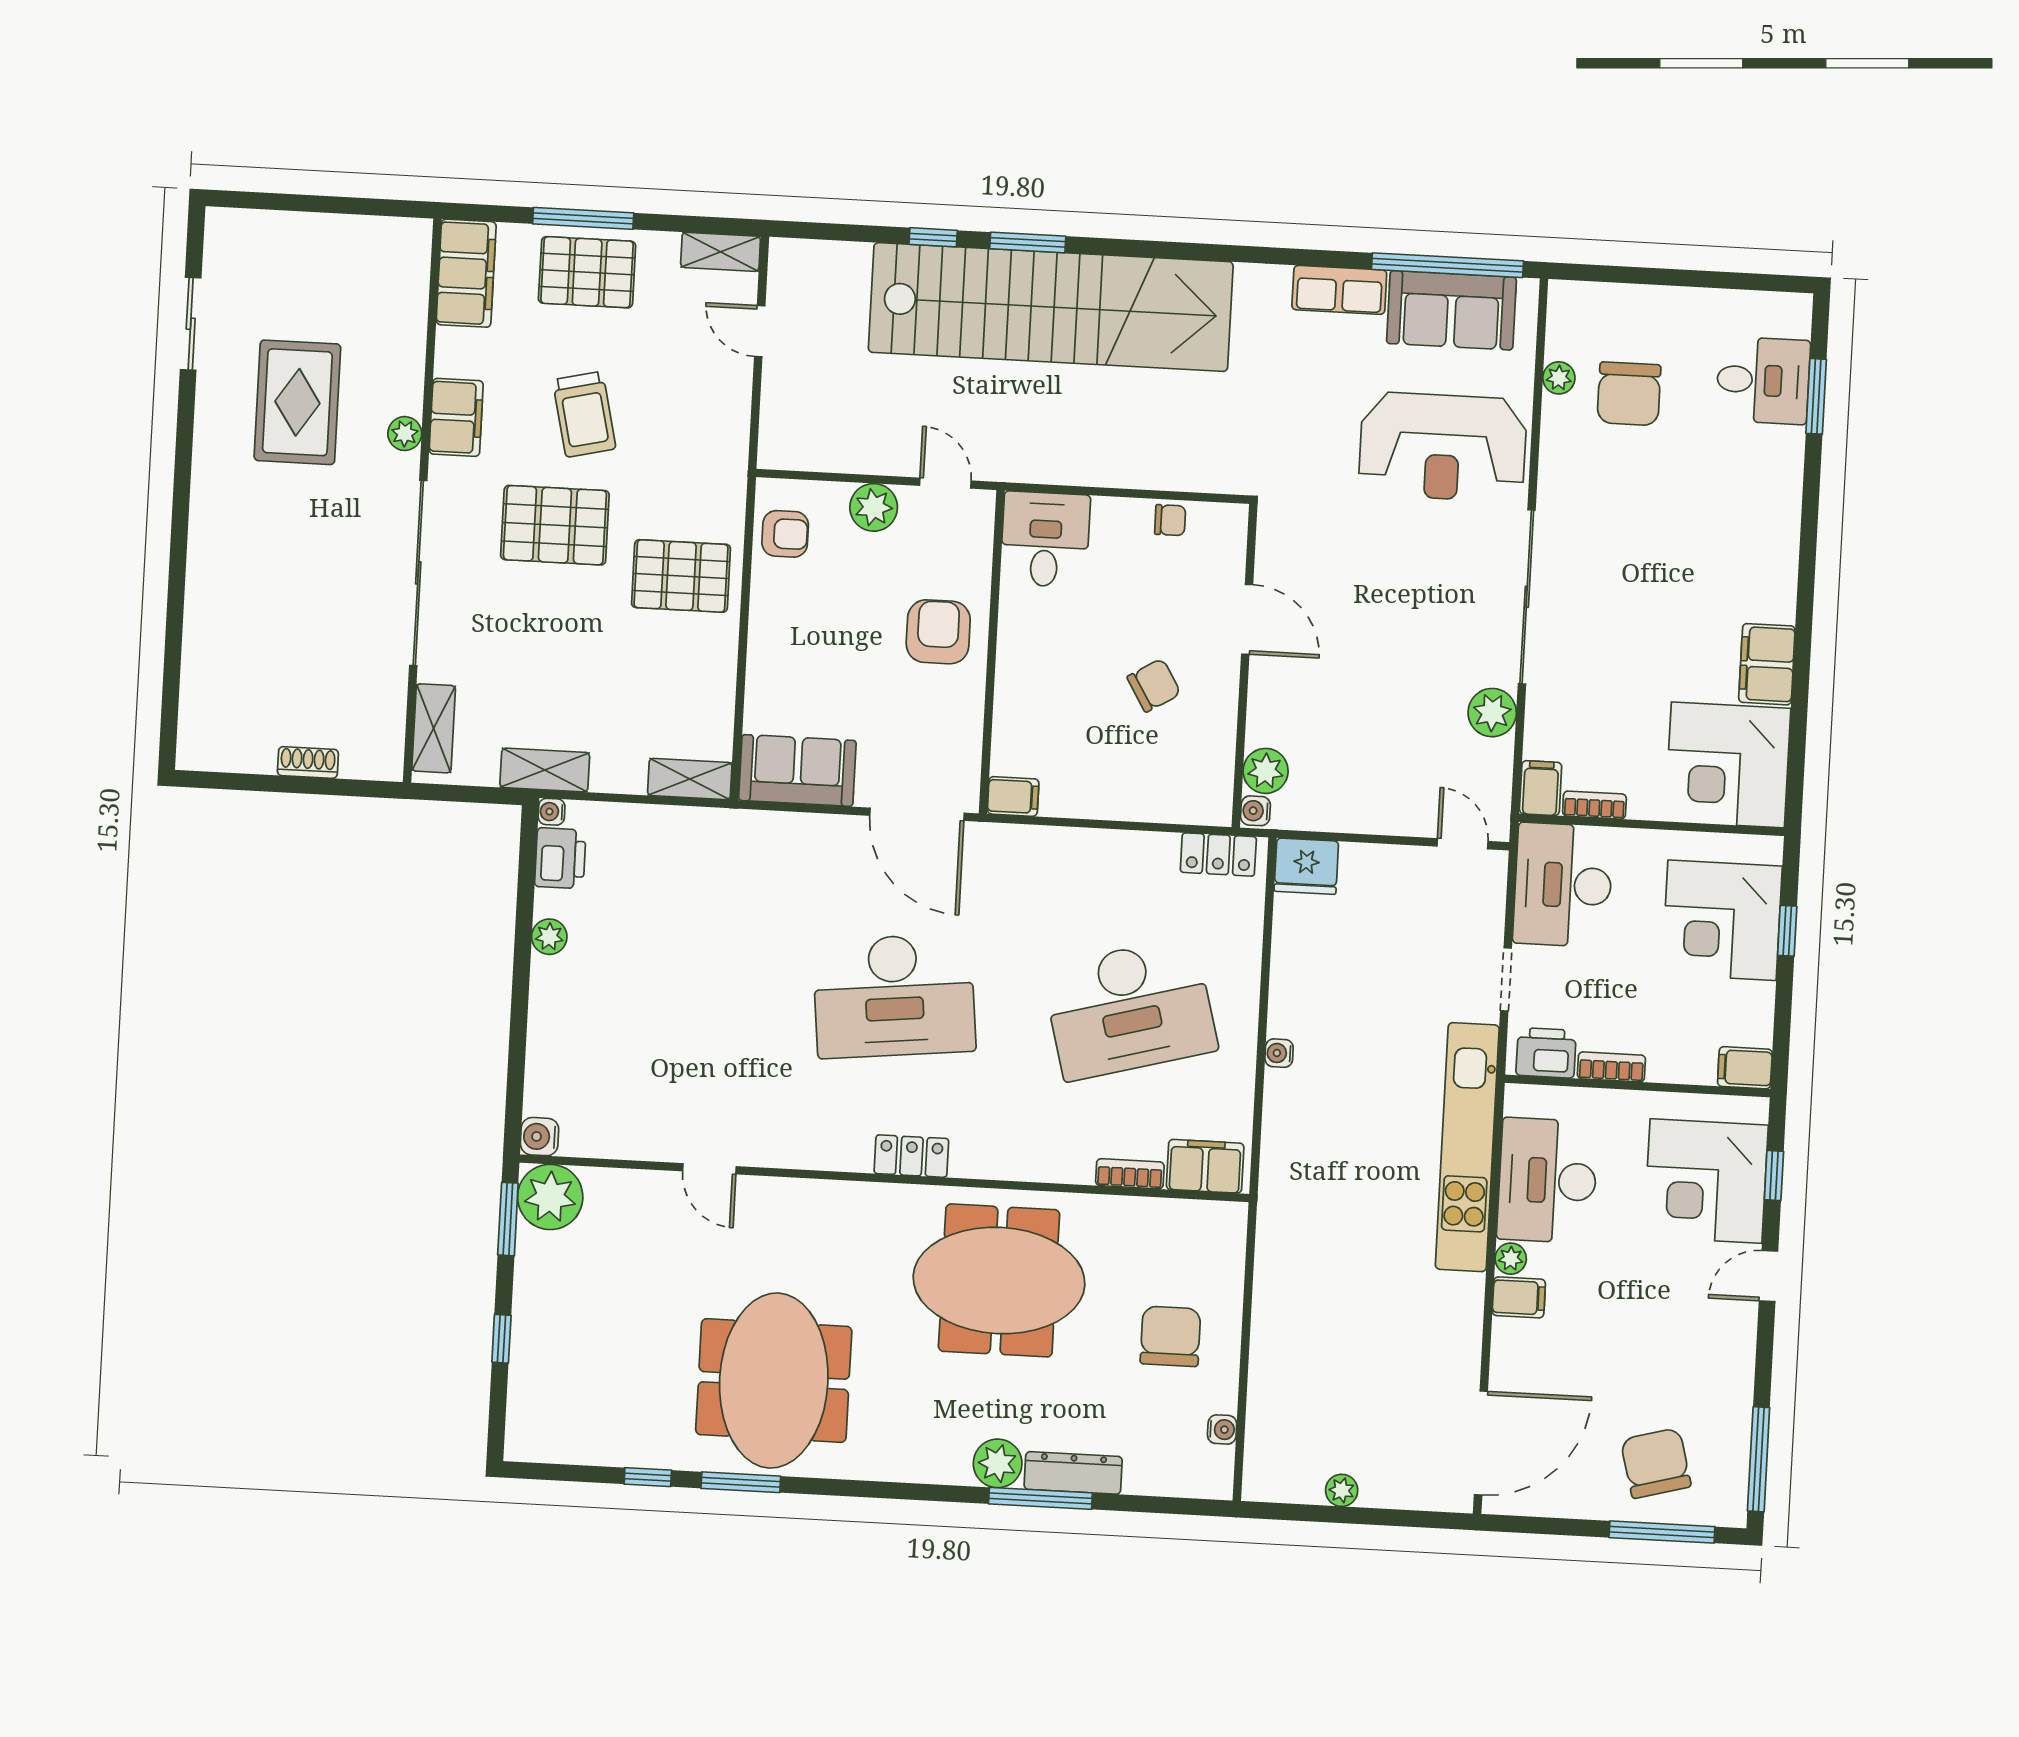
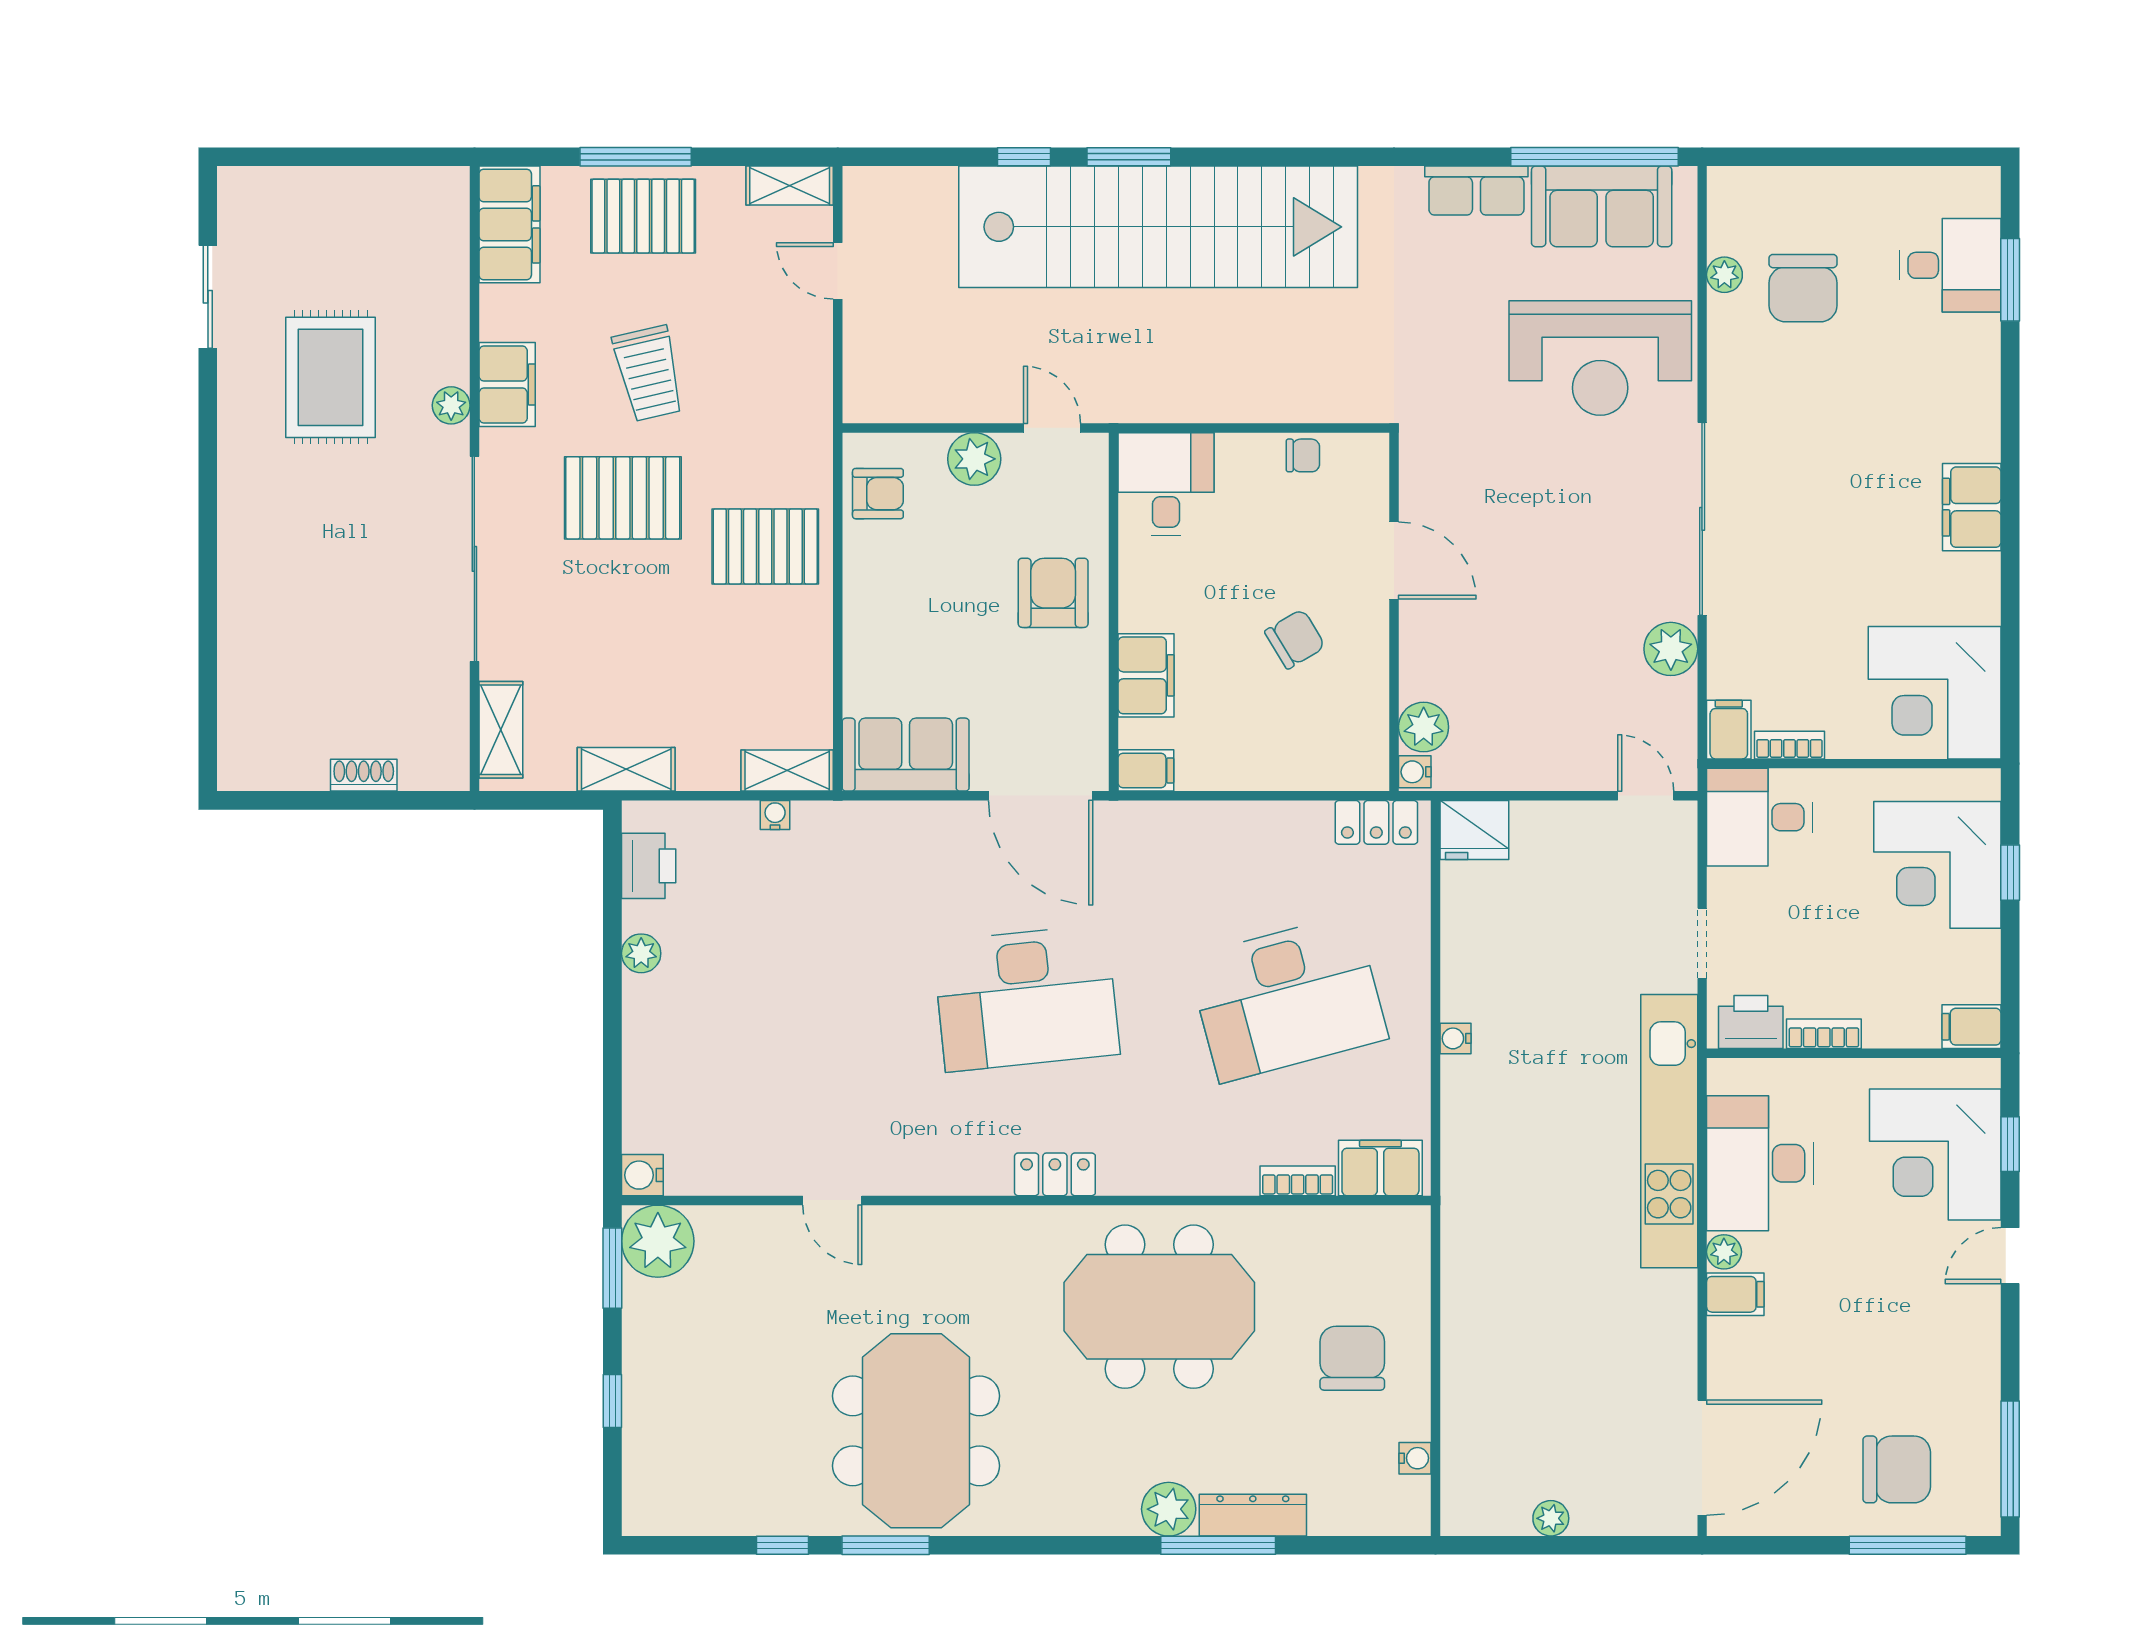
filing cabinet: (1767, 664) -> (1972, 507), moved
filing cabinet: (1018, 711) -> (1146, 675), added
water cooler: (551, 812) -> (775, 815), moved, turned 90
desk: (1563, 885) -> (1759, 817), width x0.73
chair: (1656, 1463) -> (1897, 1469), turned 105

